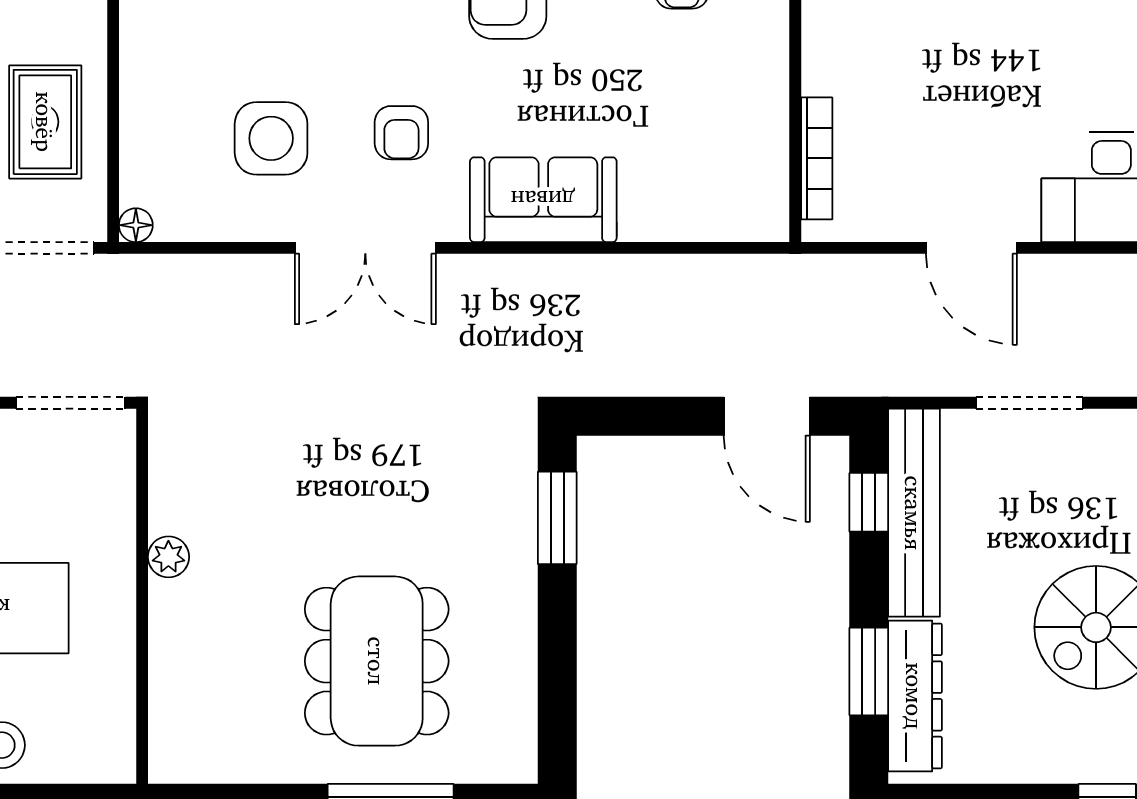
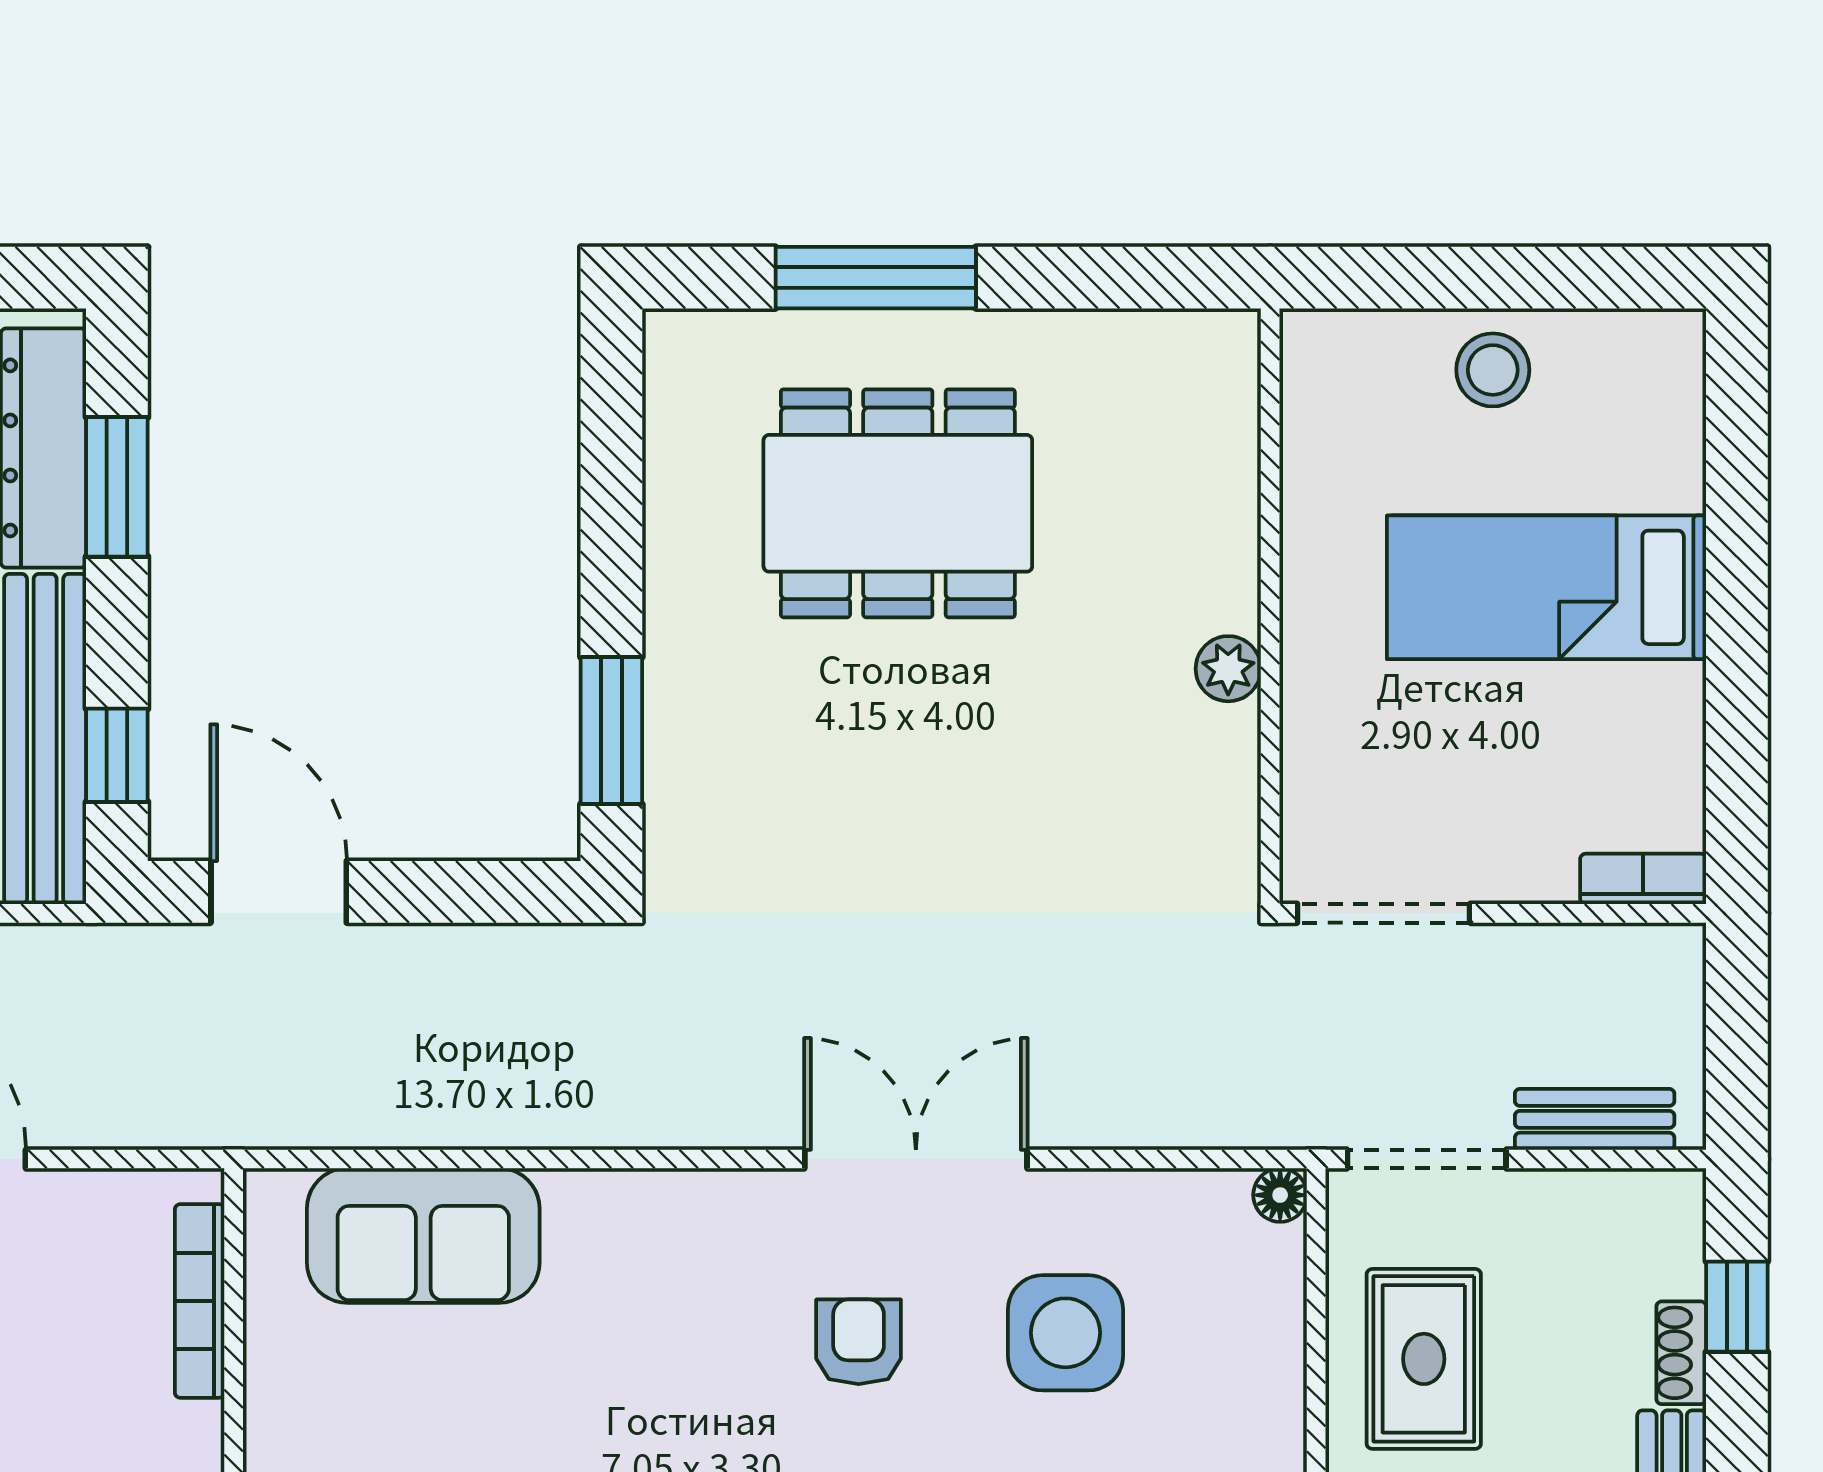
sofa: (543, 200) -> (423, 1236), moved
dining table: (377, 661) -> (898, 503), turned 90

